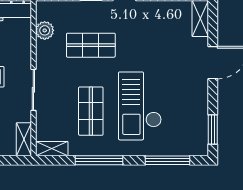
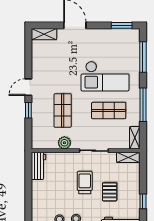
plant: (45, 30) -> (64, 143), moved

